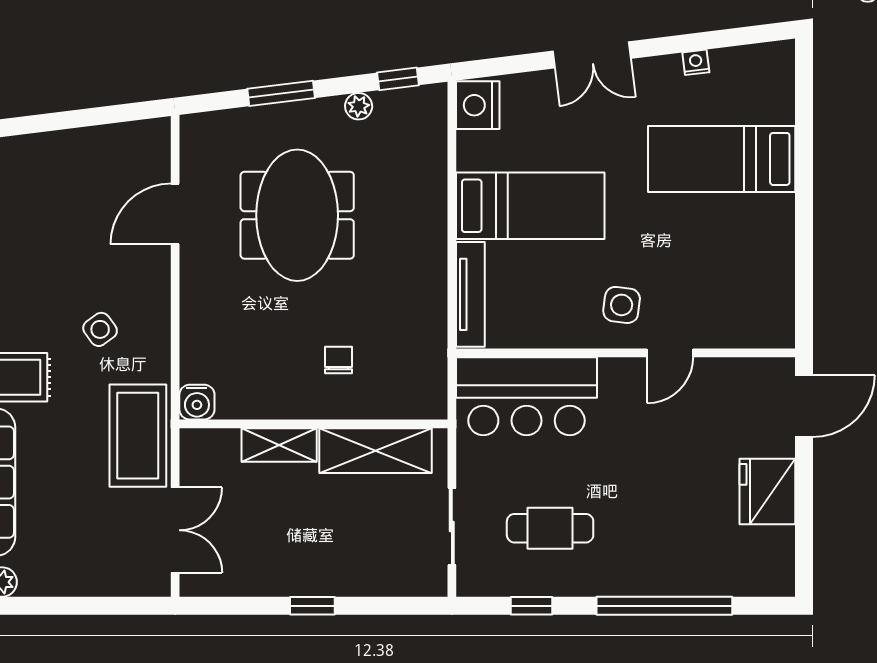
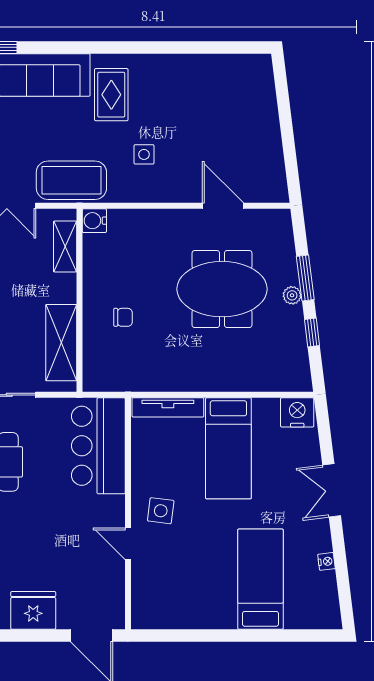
window: (398, 79) -> (312, 332), moved
plant: (359, 106) -> (292, 295), moved
side table: (100, 329) -> (144, 154), turned 36
shelving: (279, 445) -> (65, 246), moved

